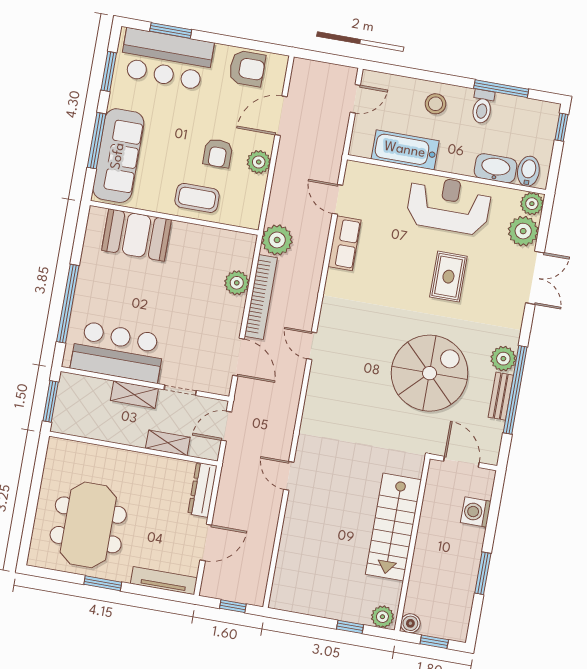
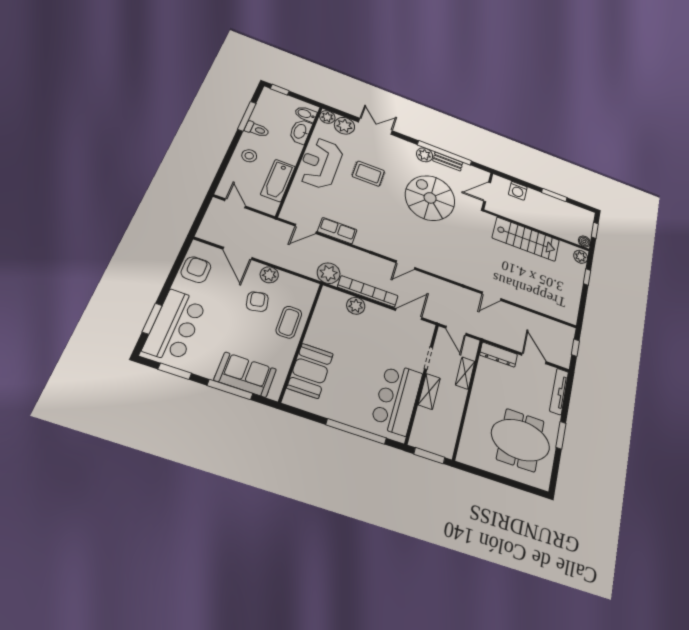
armchair: (218, 153) -> (257, 302), turned -102
sofa: (118, 156) -> (245, 375), width x0.73

